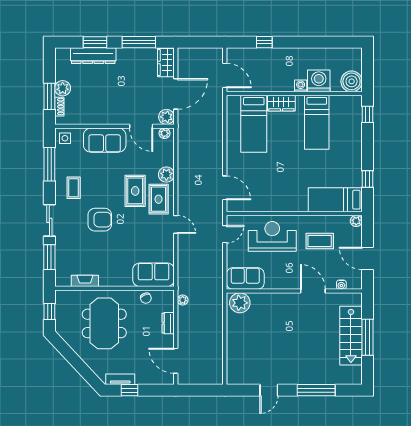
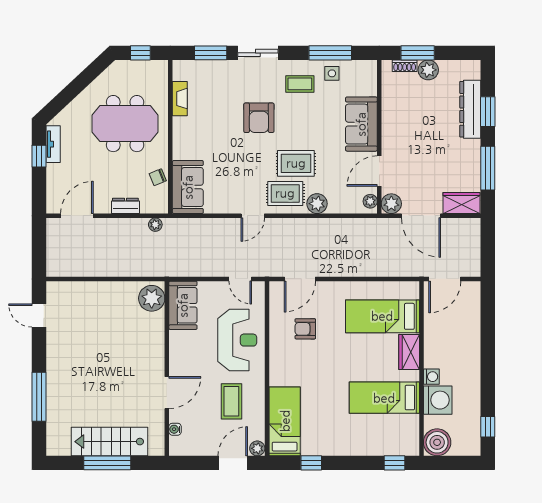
window: (264, 42) -> (488, 427), moved
side table: (65, 138) -> (332, 73), moved
armchair: (263, 184) -> (305, 329), added
door: (368, 258) -> (233, 463), moved
door: (269, 390) -> (39, 316), moved

